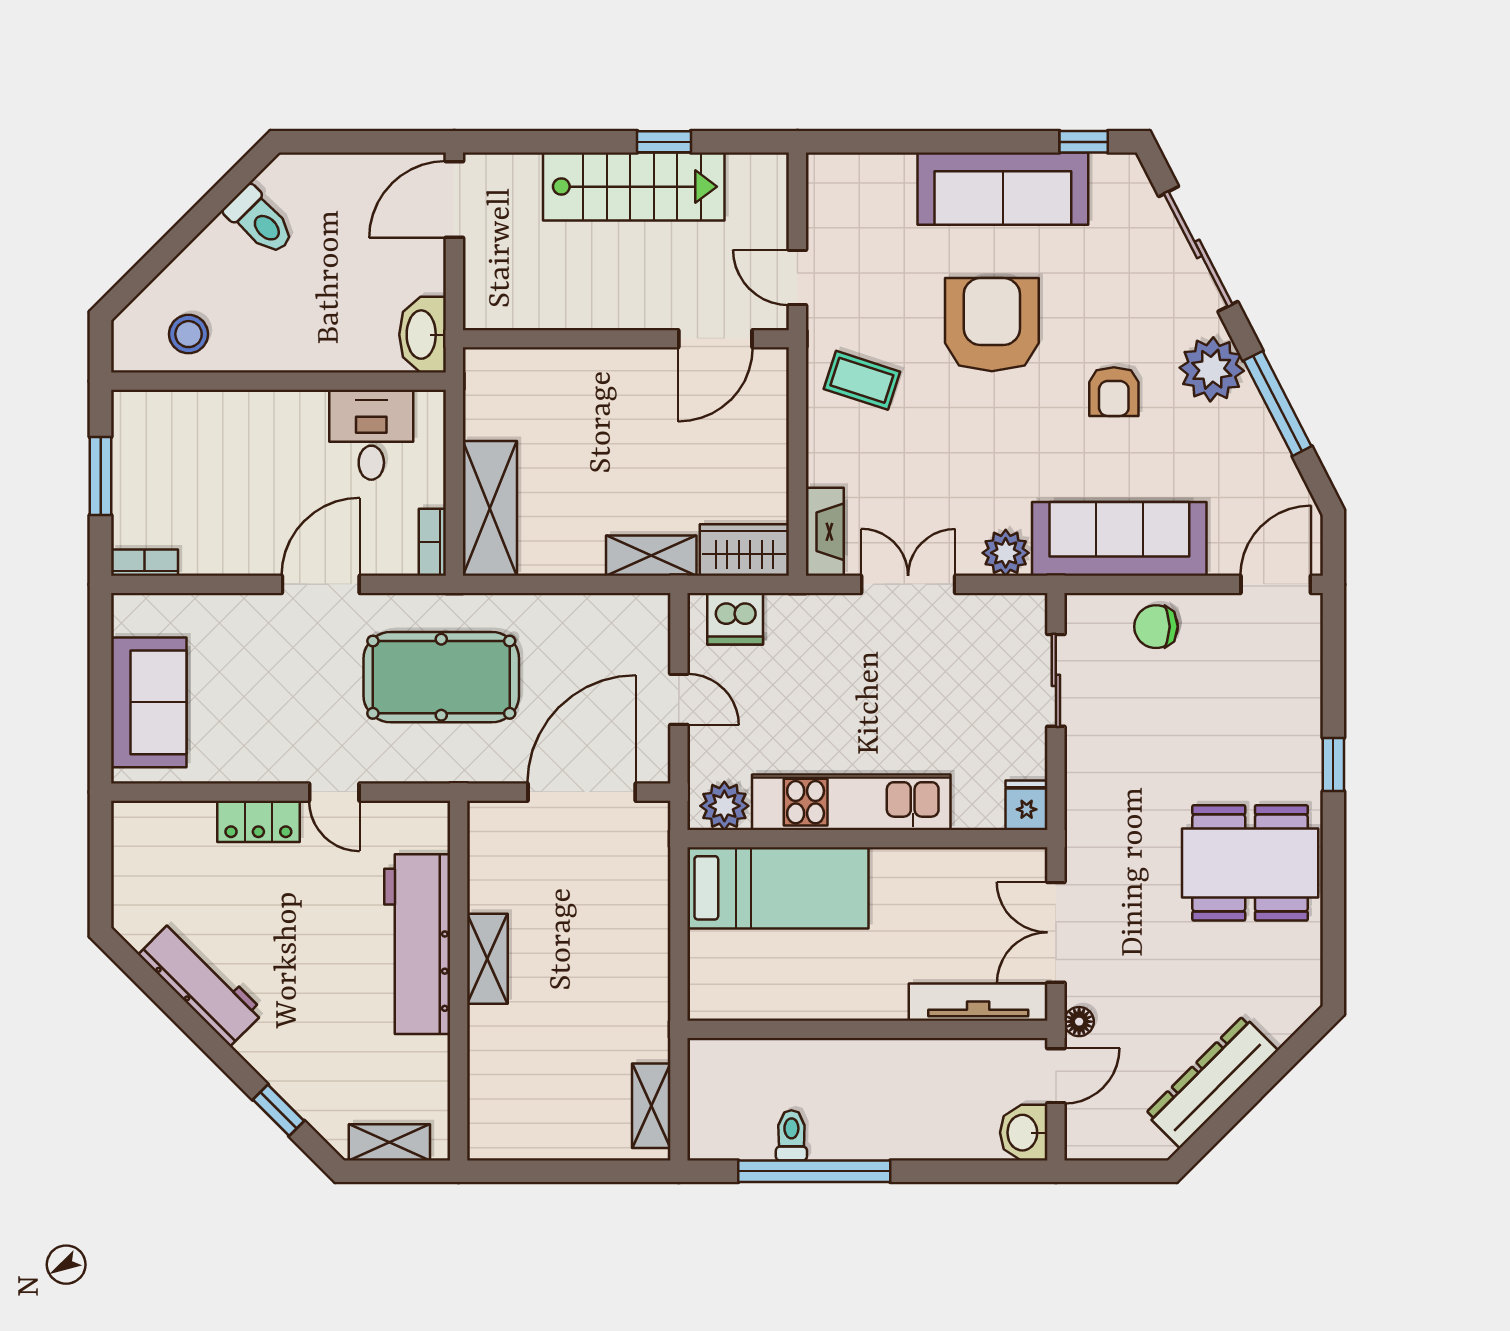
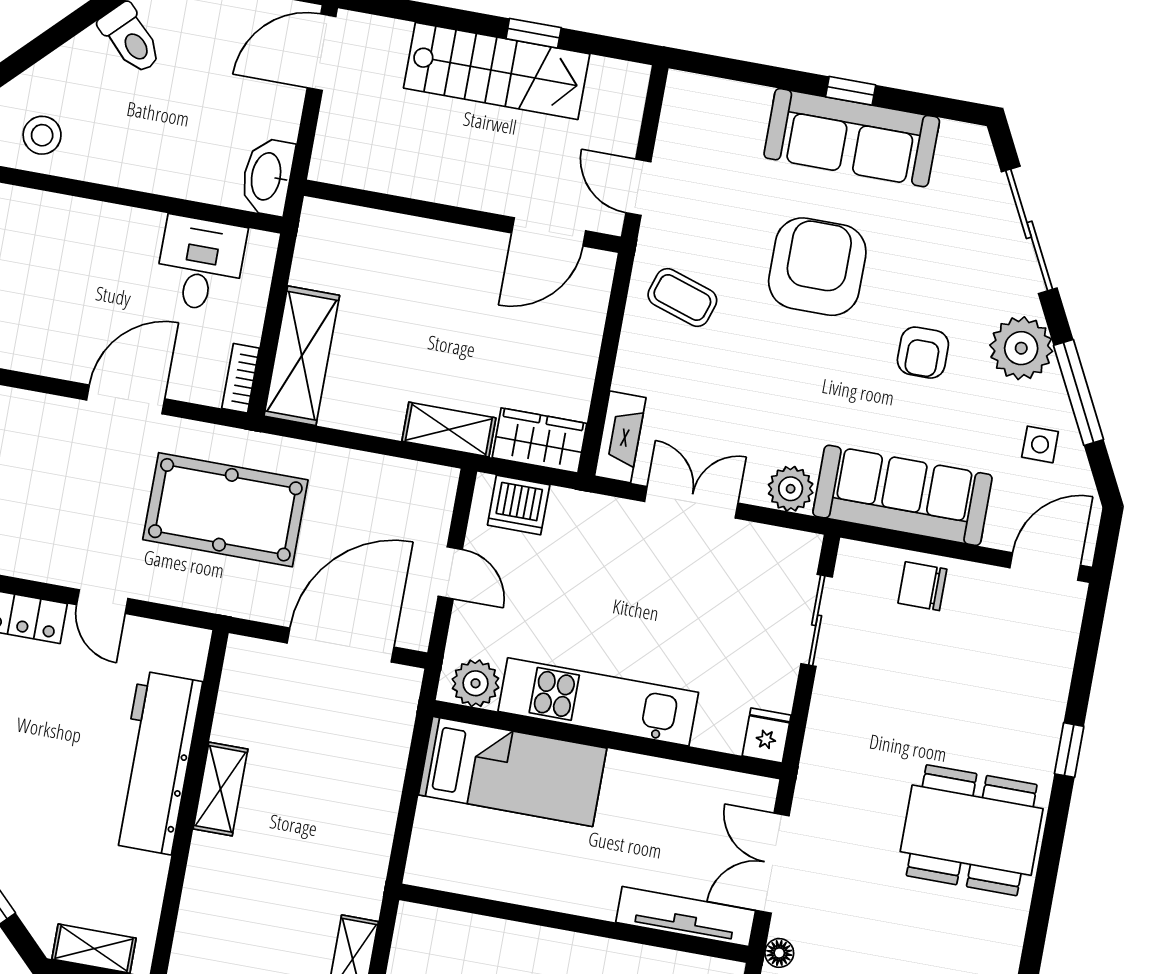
window: (1084, 142) -> (851, 91), moved
side table: (1248, 463) -> (1040, 444), added

